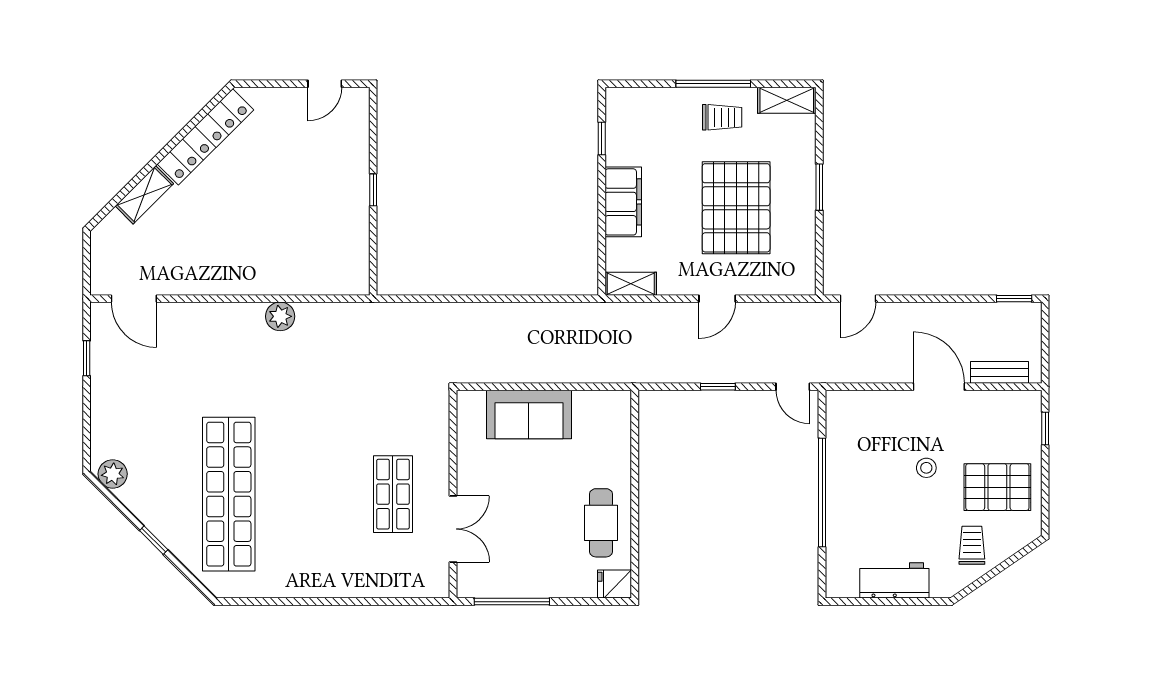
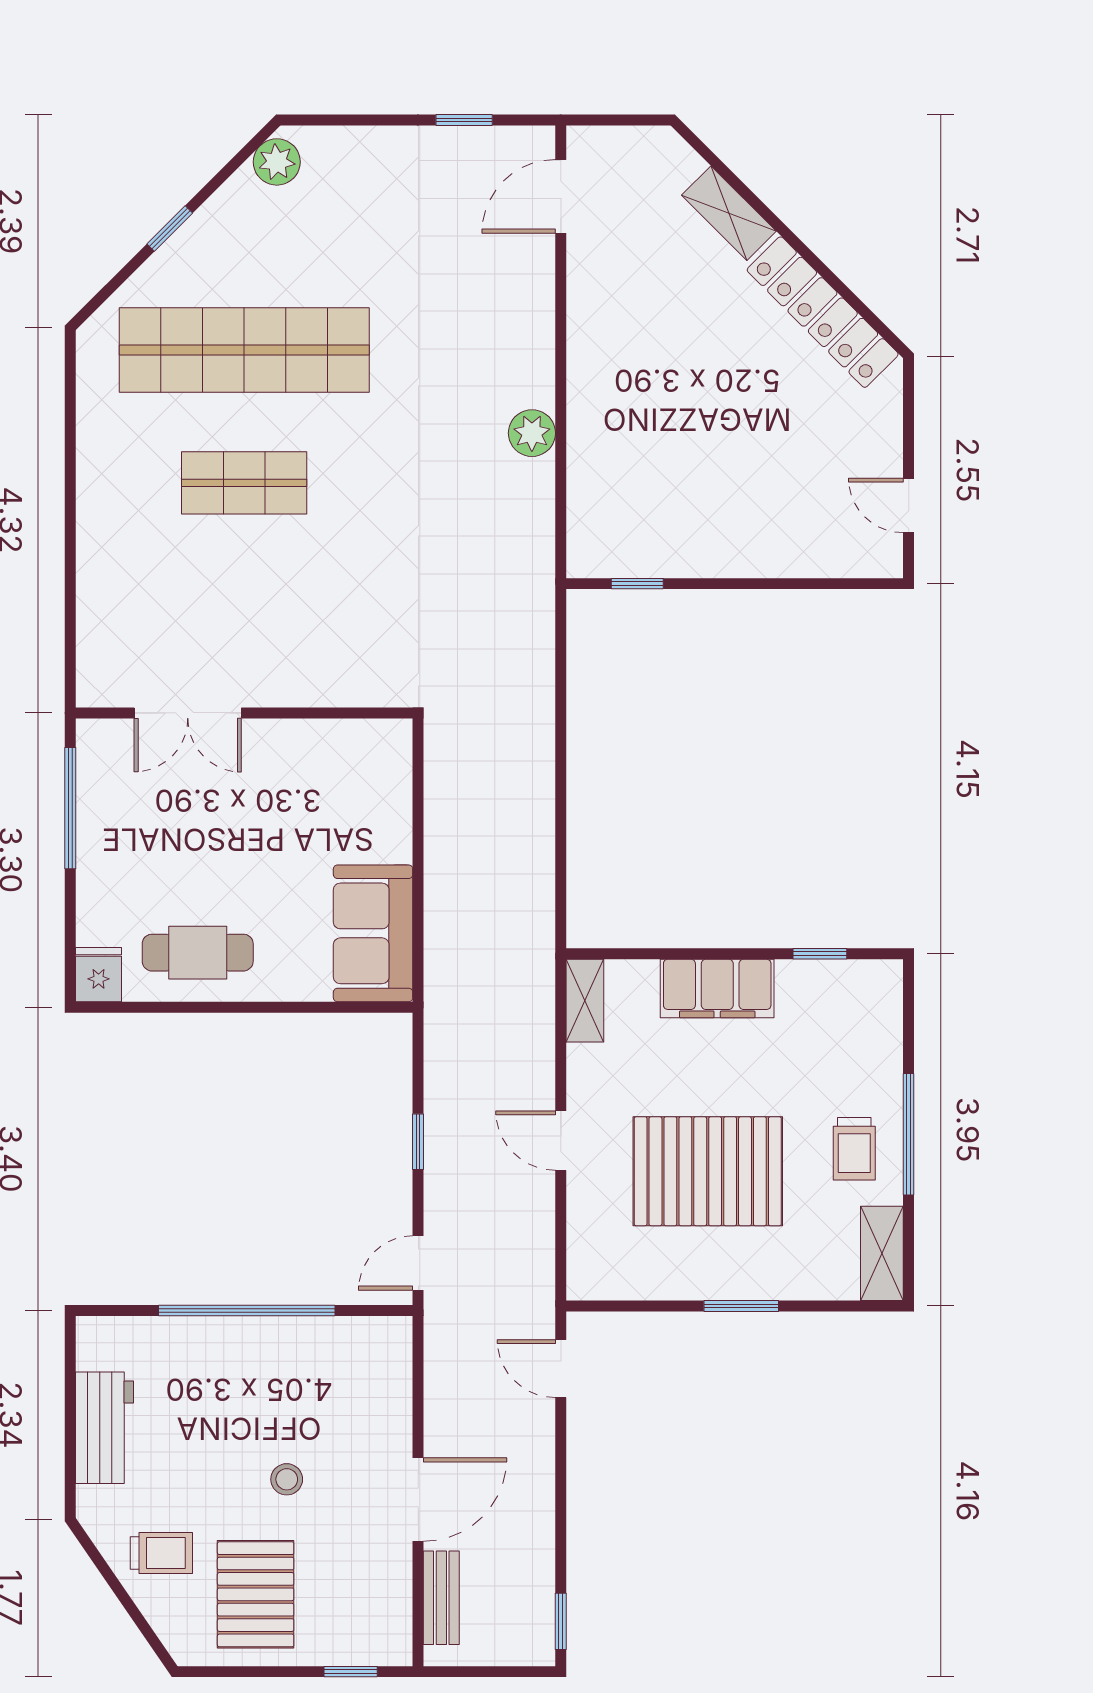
window: (373, 190) -> (637, 584), moved
sofa: (529, 414) -> (373, 933), moved
shop shelf: (393, 494) -> (244, 483), moved

